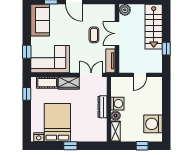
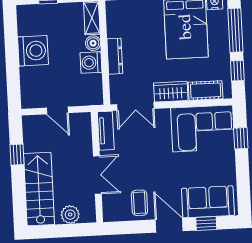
plant: (125, 10) -> (70, 215), moved
sofa: (40, 20) -> (208, 202), moved, turned 90
coffee table: (94, 35) -> (139, 203), moved
door: (140, 75) -> (57, 110), swing flipped
window: (27, 119) -> (235, 30), added
washing machine: (153, 124) -> (33, 51), moved

